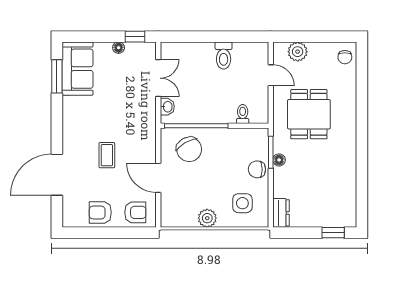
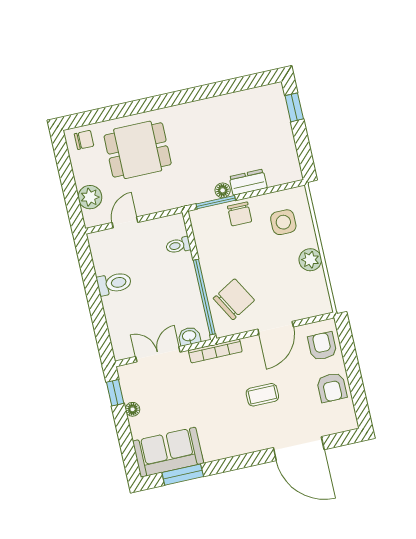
dining table: (309, 114) -> (138, 150), moved
bookcase: (151, 125) -> (215, 351), added
dresser: (281, 213) -> (248, 182), moved

